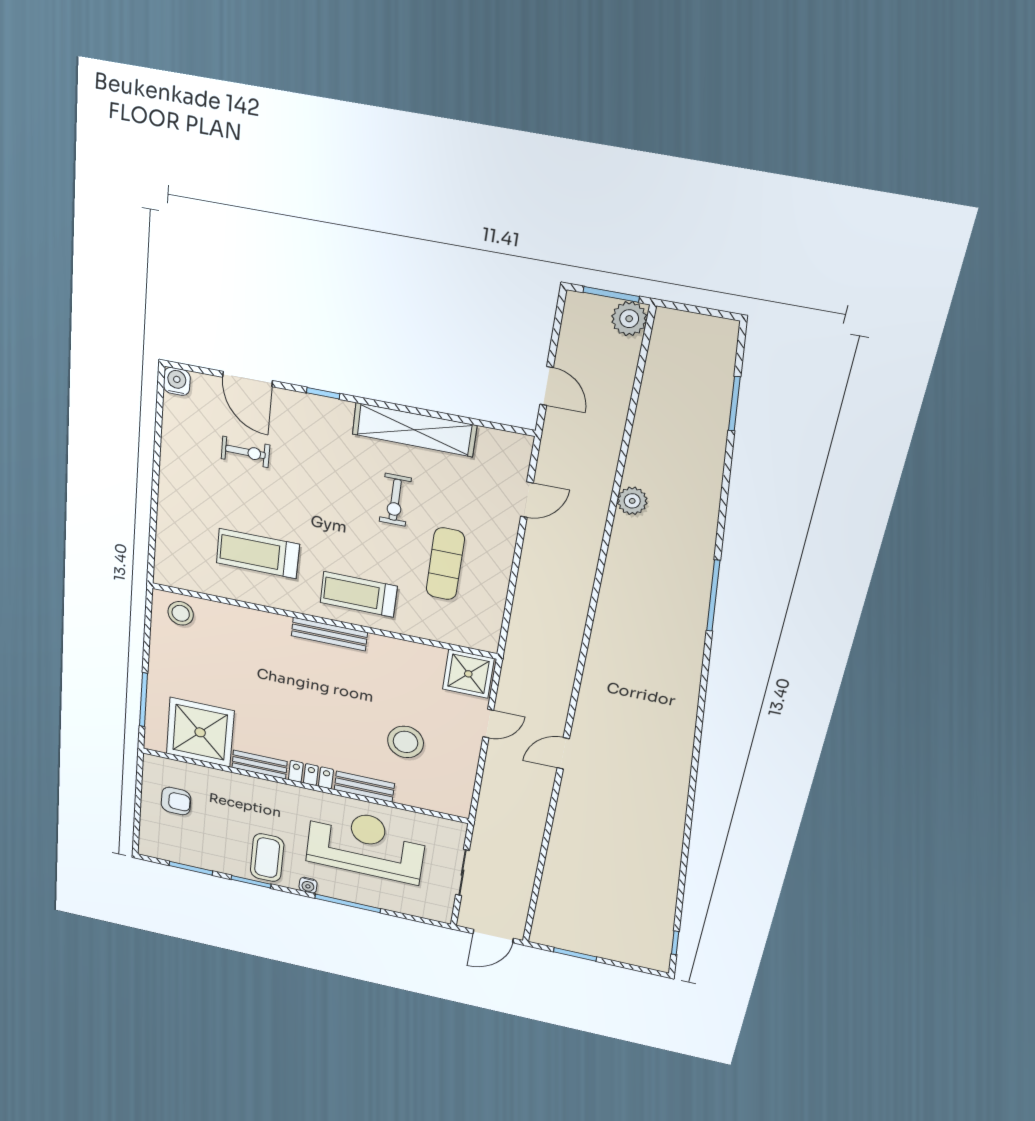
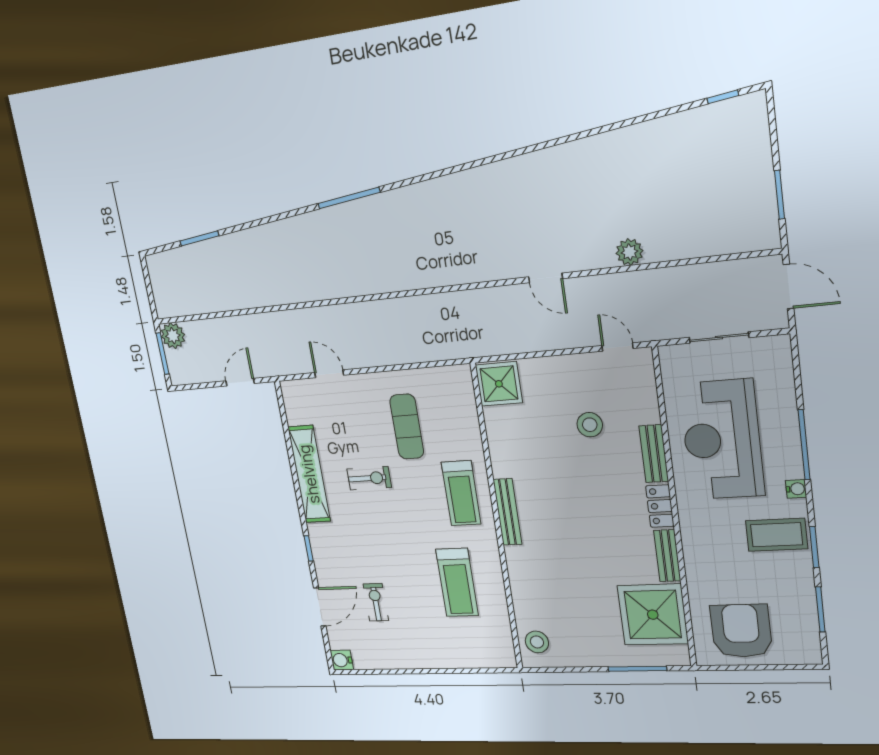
plant: (632, 501) -> (629, 252), moved
exercise mat: (445, 564) -> (407, 427), turned 90
door: (488, 724) -> (617, 347), moved
stool: (406, 742) -> (590, 425), width x0.73, depth x0.73
armchair: (176, 801) -> (741, 631), width x1.88, depth x1.88

